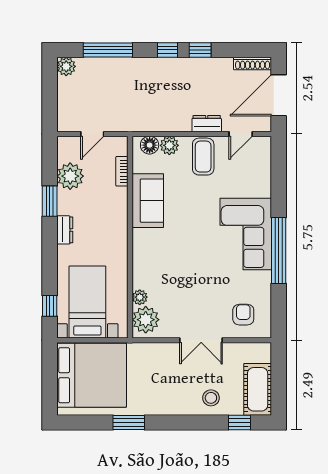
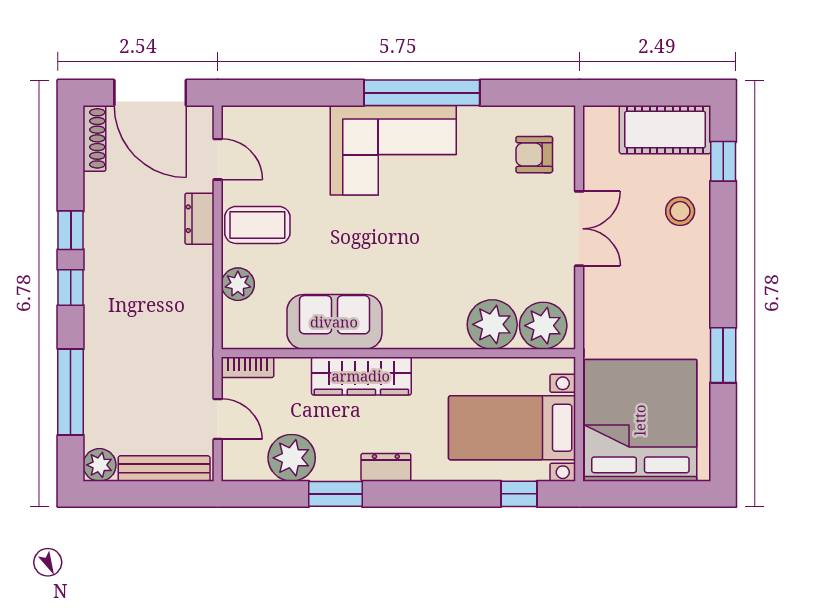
bench: (64, 103) -> (164, 469), added
floor lamp: (150, 145) -> (237, 319), removed
bookcase: (122, 171) -> (248, 367), moved
wardrobe: (117, 216) -> (361, 376), added
plant: (140, 297) -> (492, 324), width x1.88, depth x1.88

